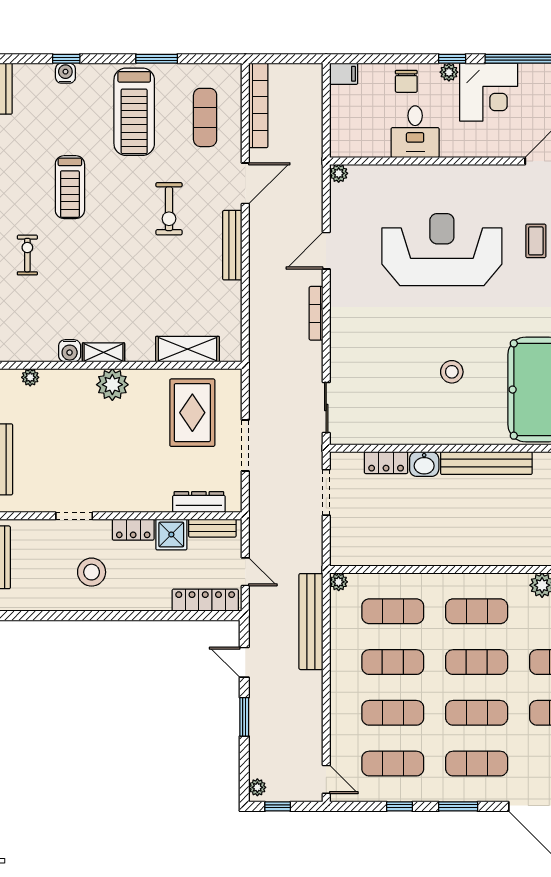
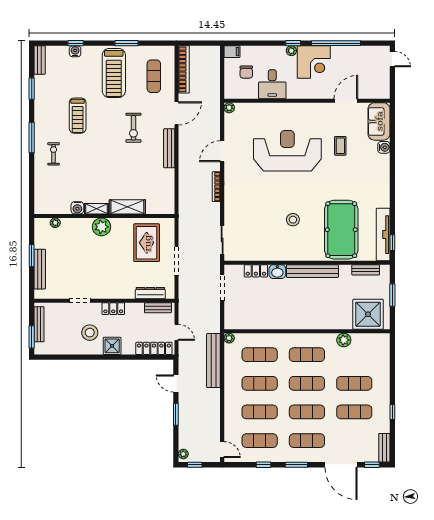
chair: (406, 81) -> (246, 72), moved
shelving: (187, 349) -> (127, 207), moved
shower: (171, 534) -> (112, 346), moved

